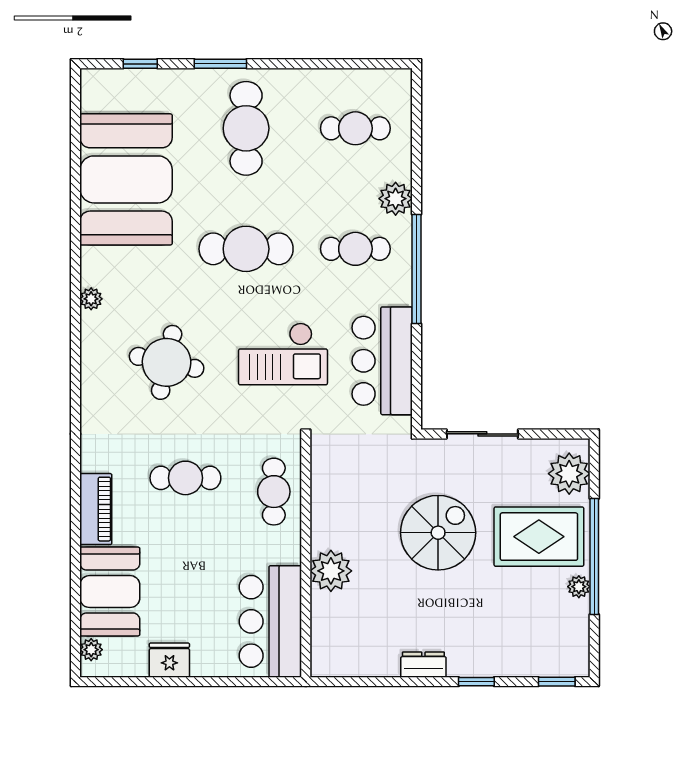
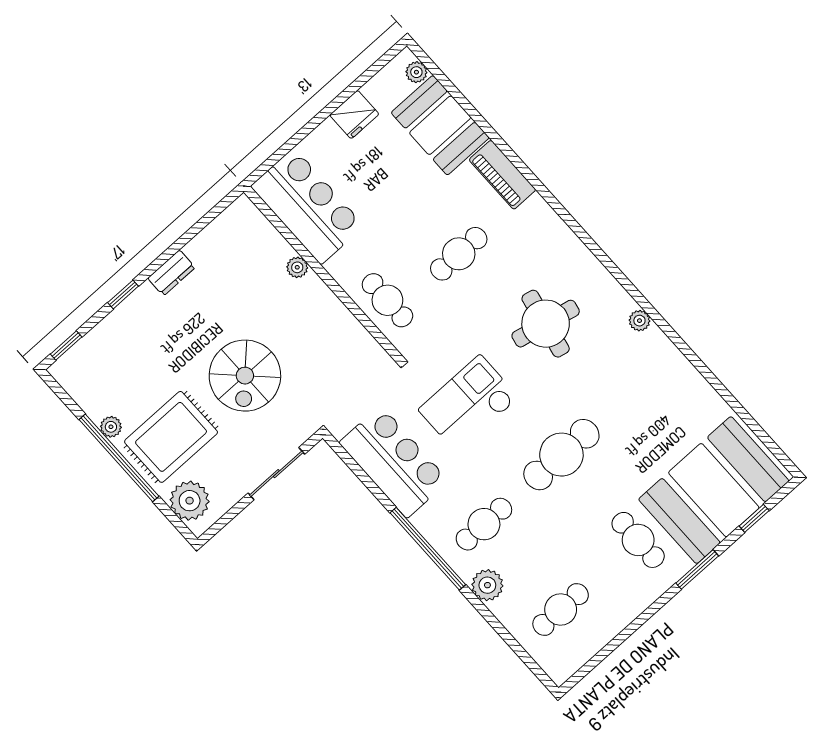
cafe table: (246, 128) -> (638, 540), width x0.73, depth x0.74
booth: (126, 179) -> (714, 490), moved, turned 90
plant: (331, 571) -> (297, 267), width x0.53, depth x0.53

